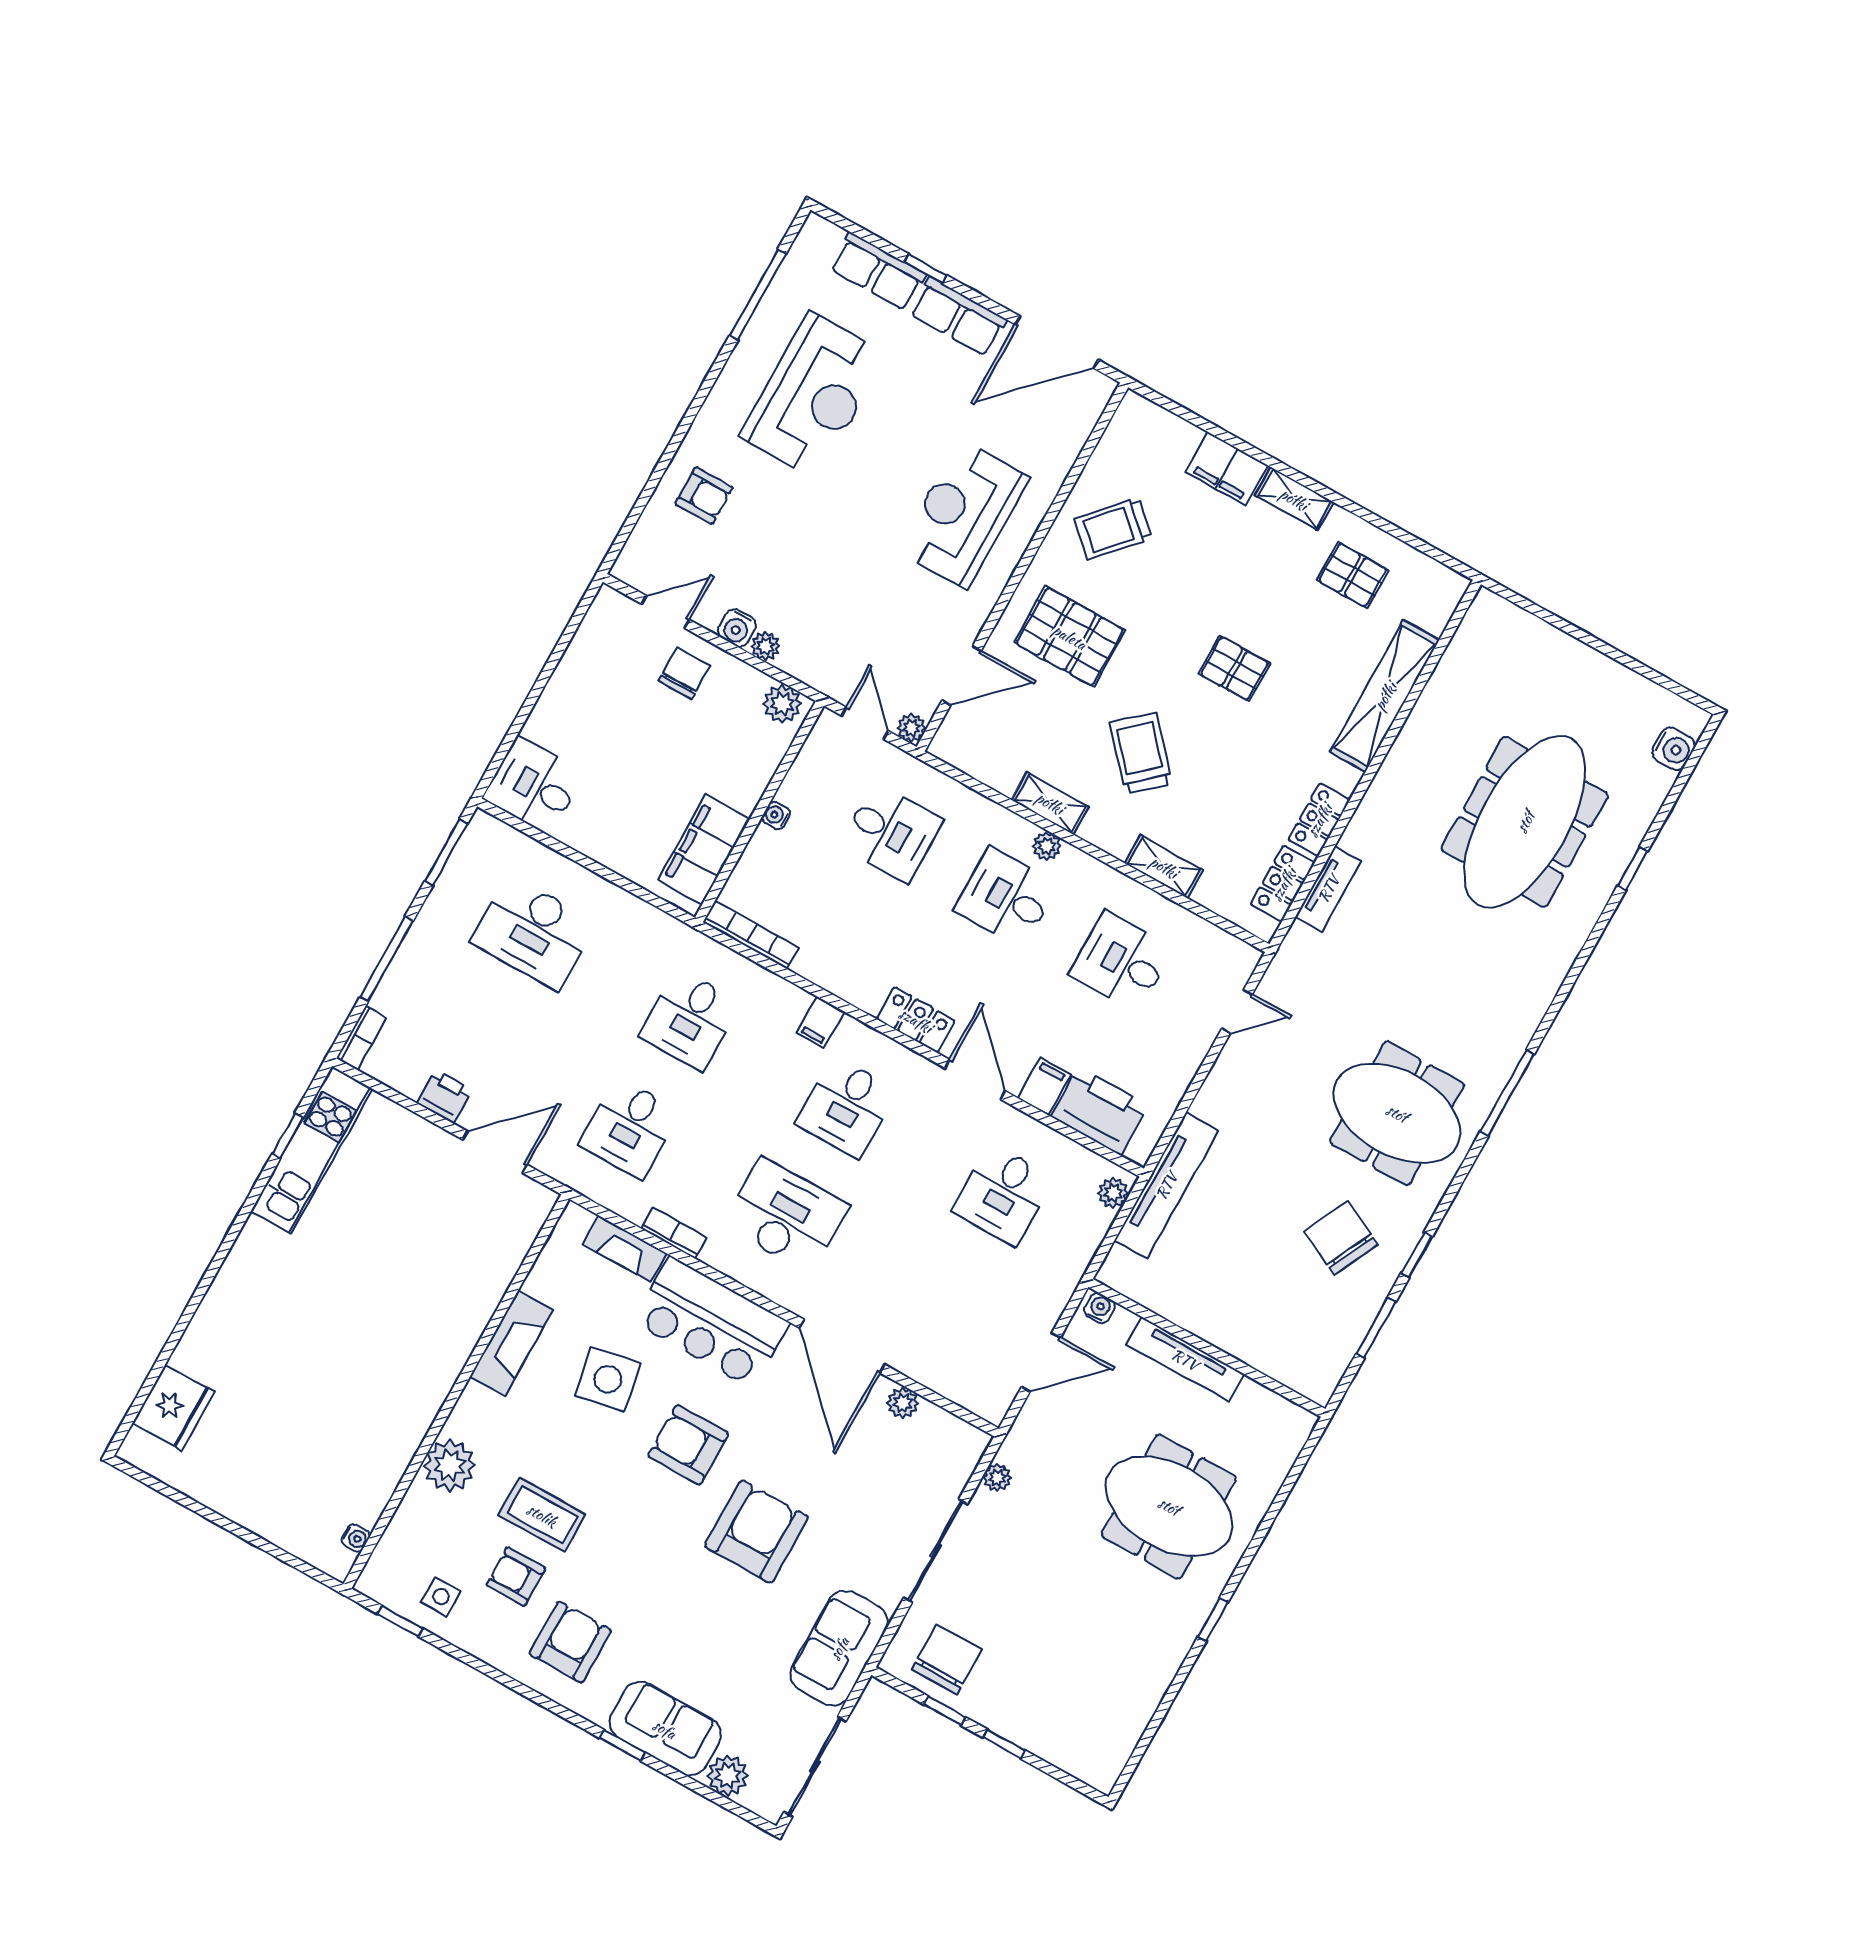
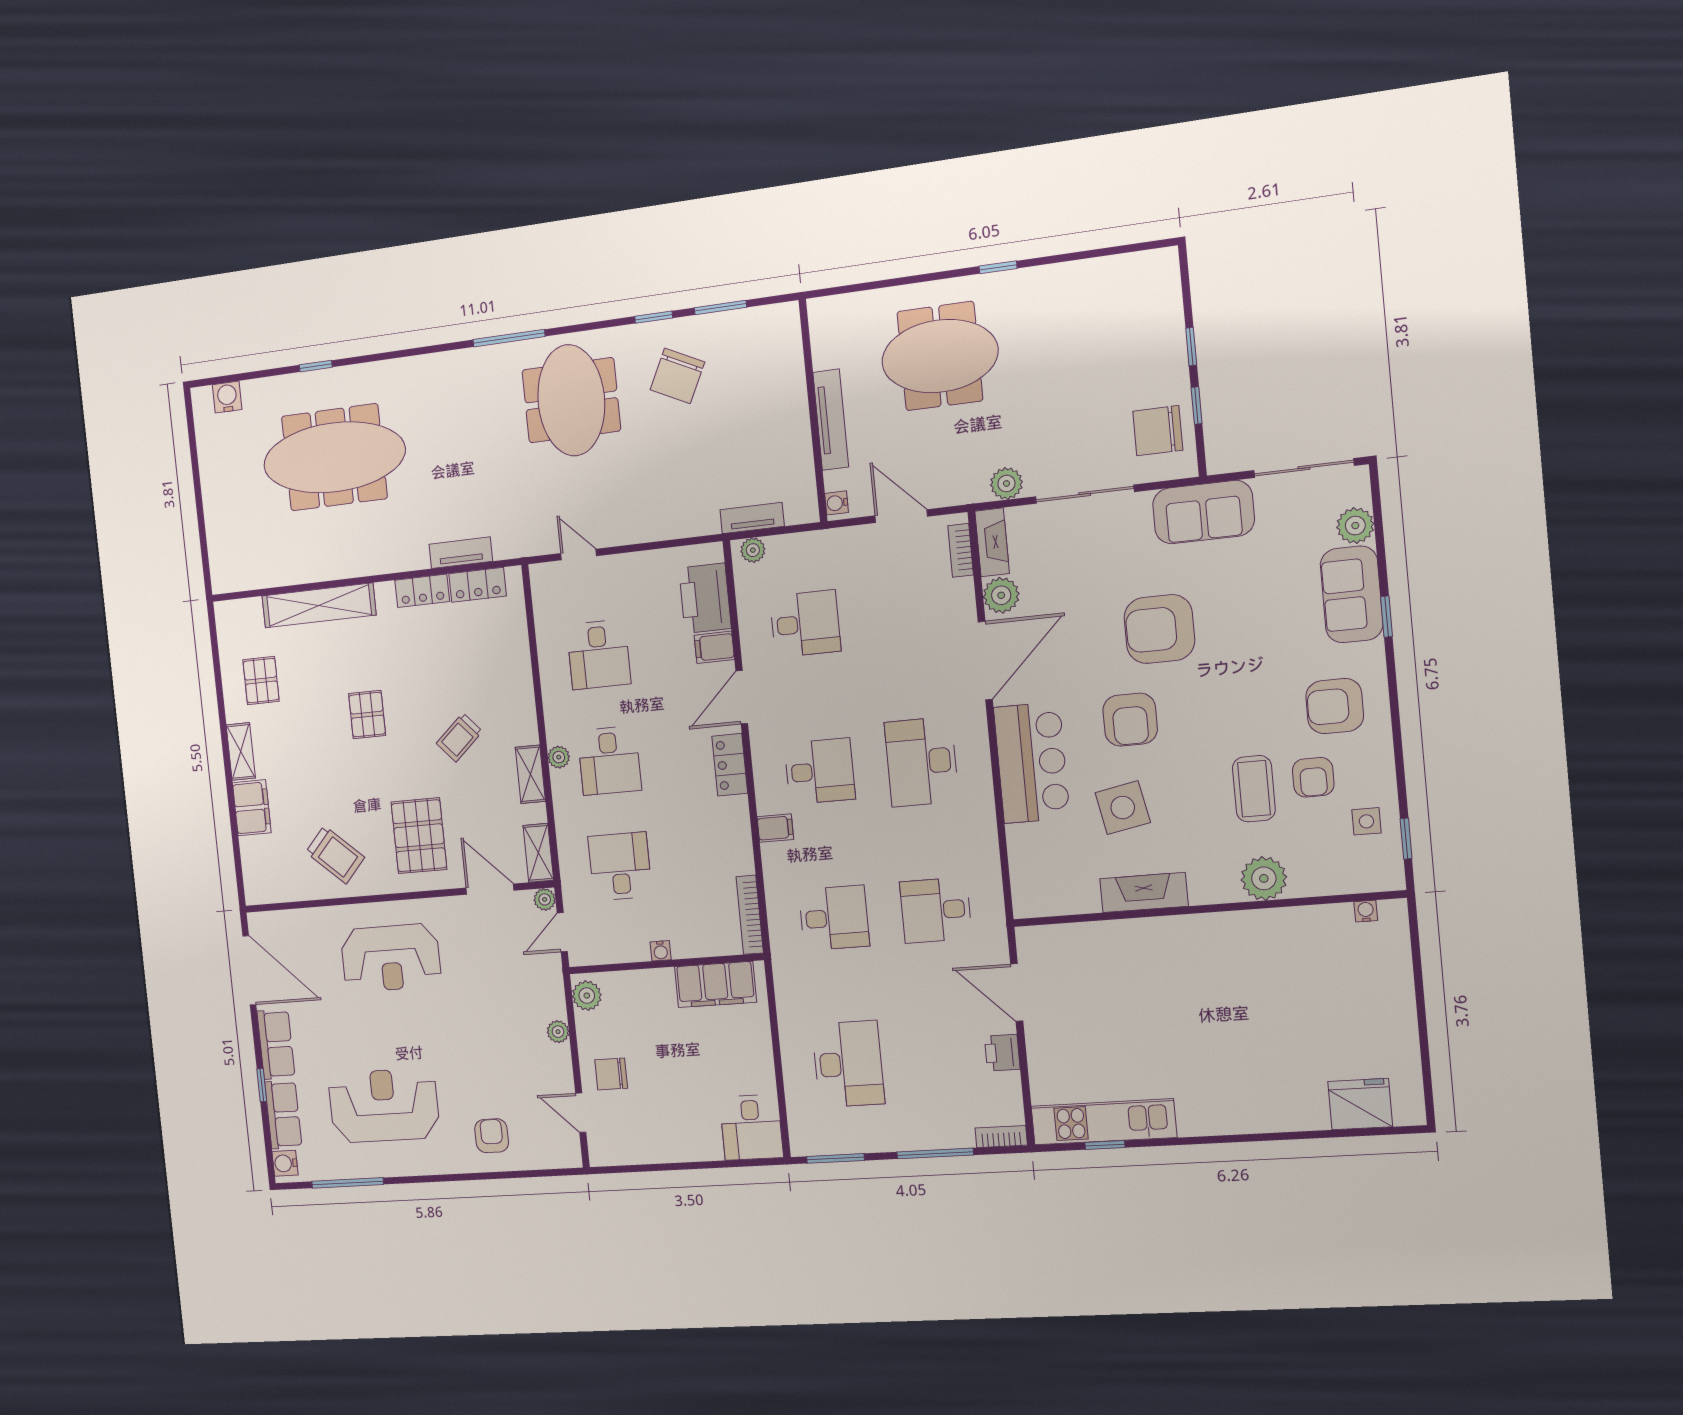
water cooler: (737, 628) -> (285, 1163), moved, turned 180
trolley: (1141, 753) -> (459, 737), width x0.73, depth x0.72
shelving: (1164, 867) -> (538, 853), moved
desk: (629, 1128) -> (936, 910), turned 180
tv unit: (1166, 1186) -> (752, 518), width x0.52, depth x0.78
bookcase: (674, 1233) -> (961, 550), moved
fireplace: (625, 1249) -> (992, 542), moved
plant: (903, 1403) -> (1001, 595), width x1.38, depth x1.38
plant: (997, 1478) -> (1006, 483), width x1.38, depth x1.38
meeting table: (1169, 1506) -> (940, 356), turned 90

